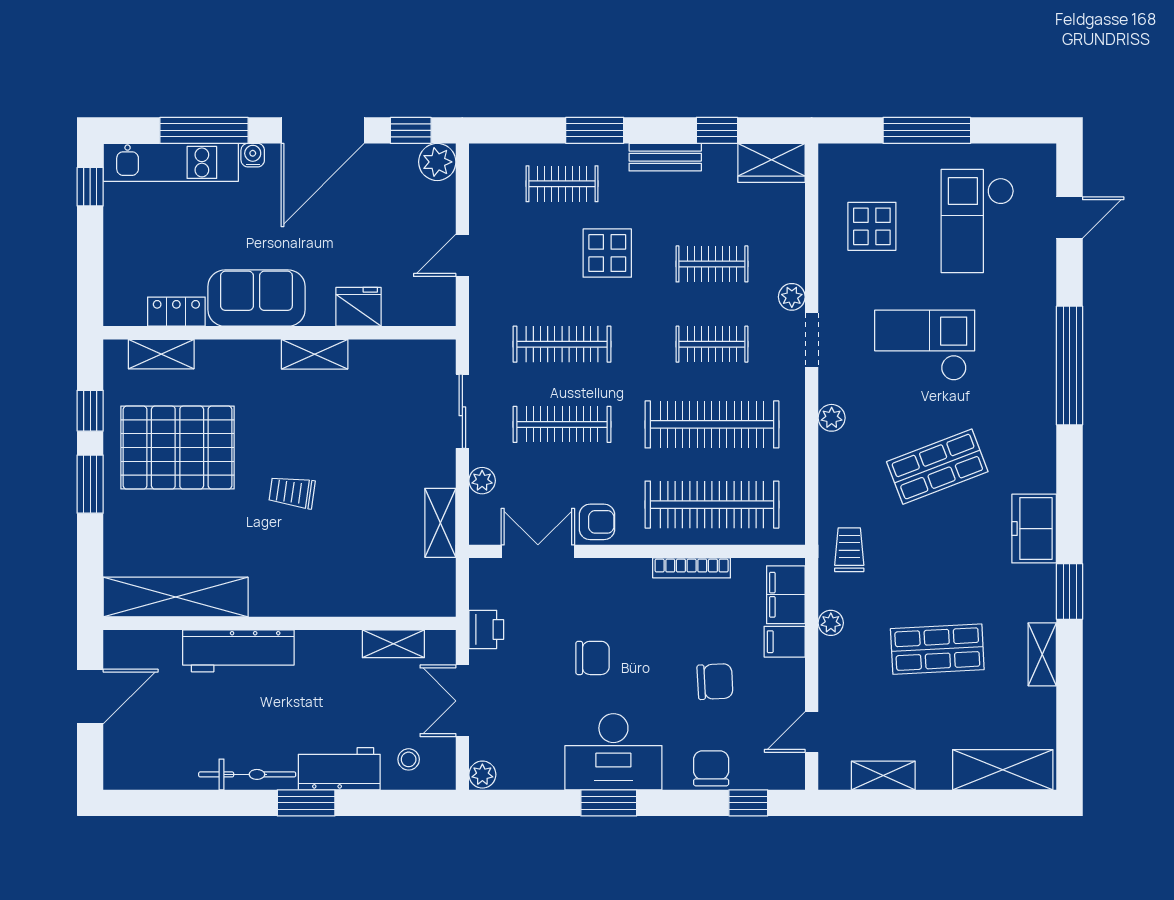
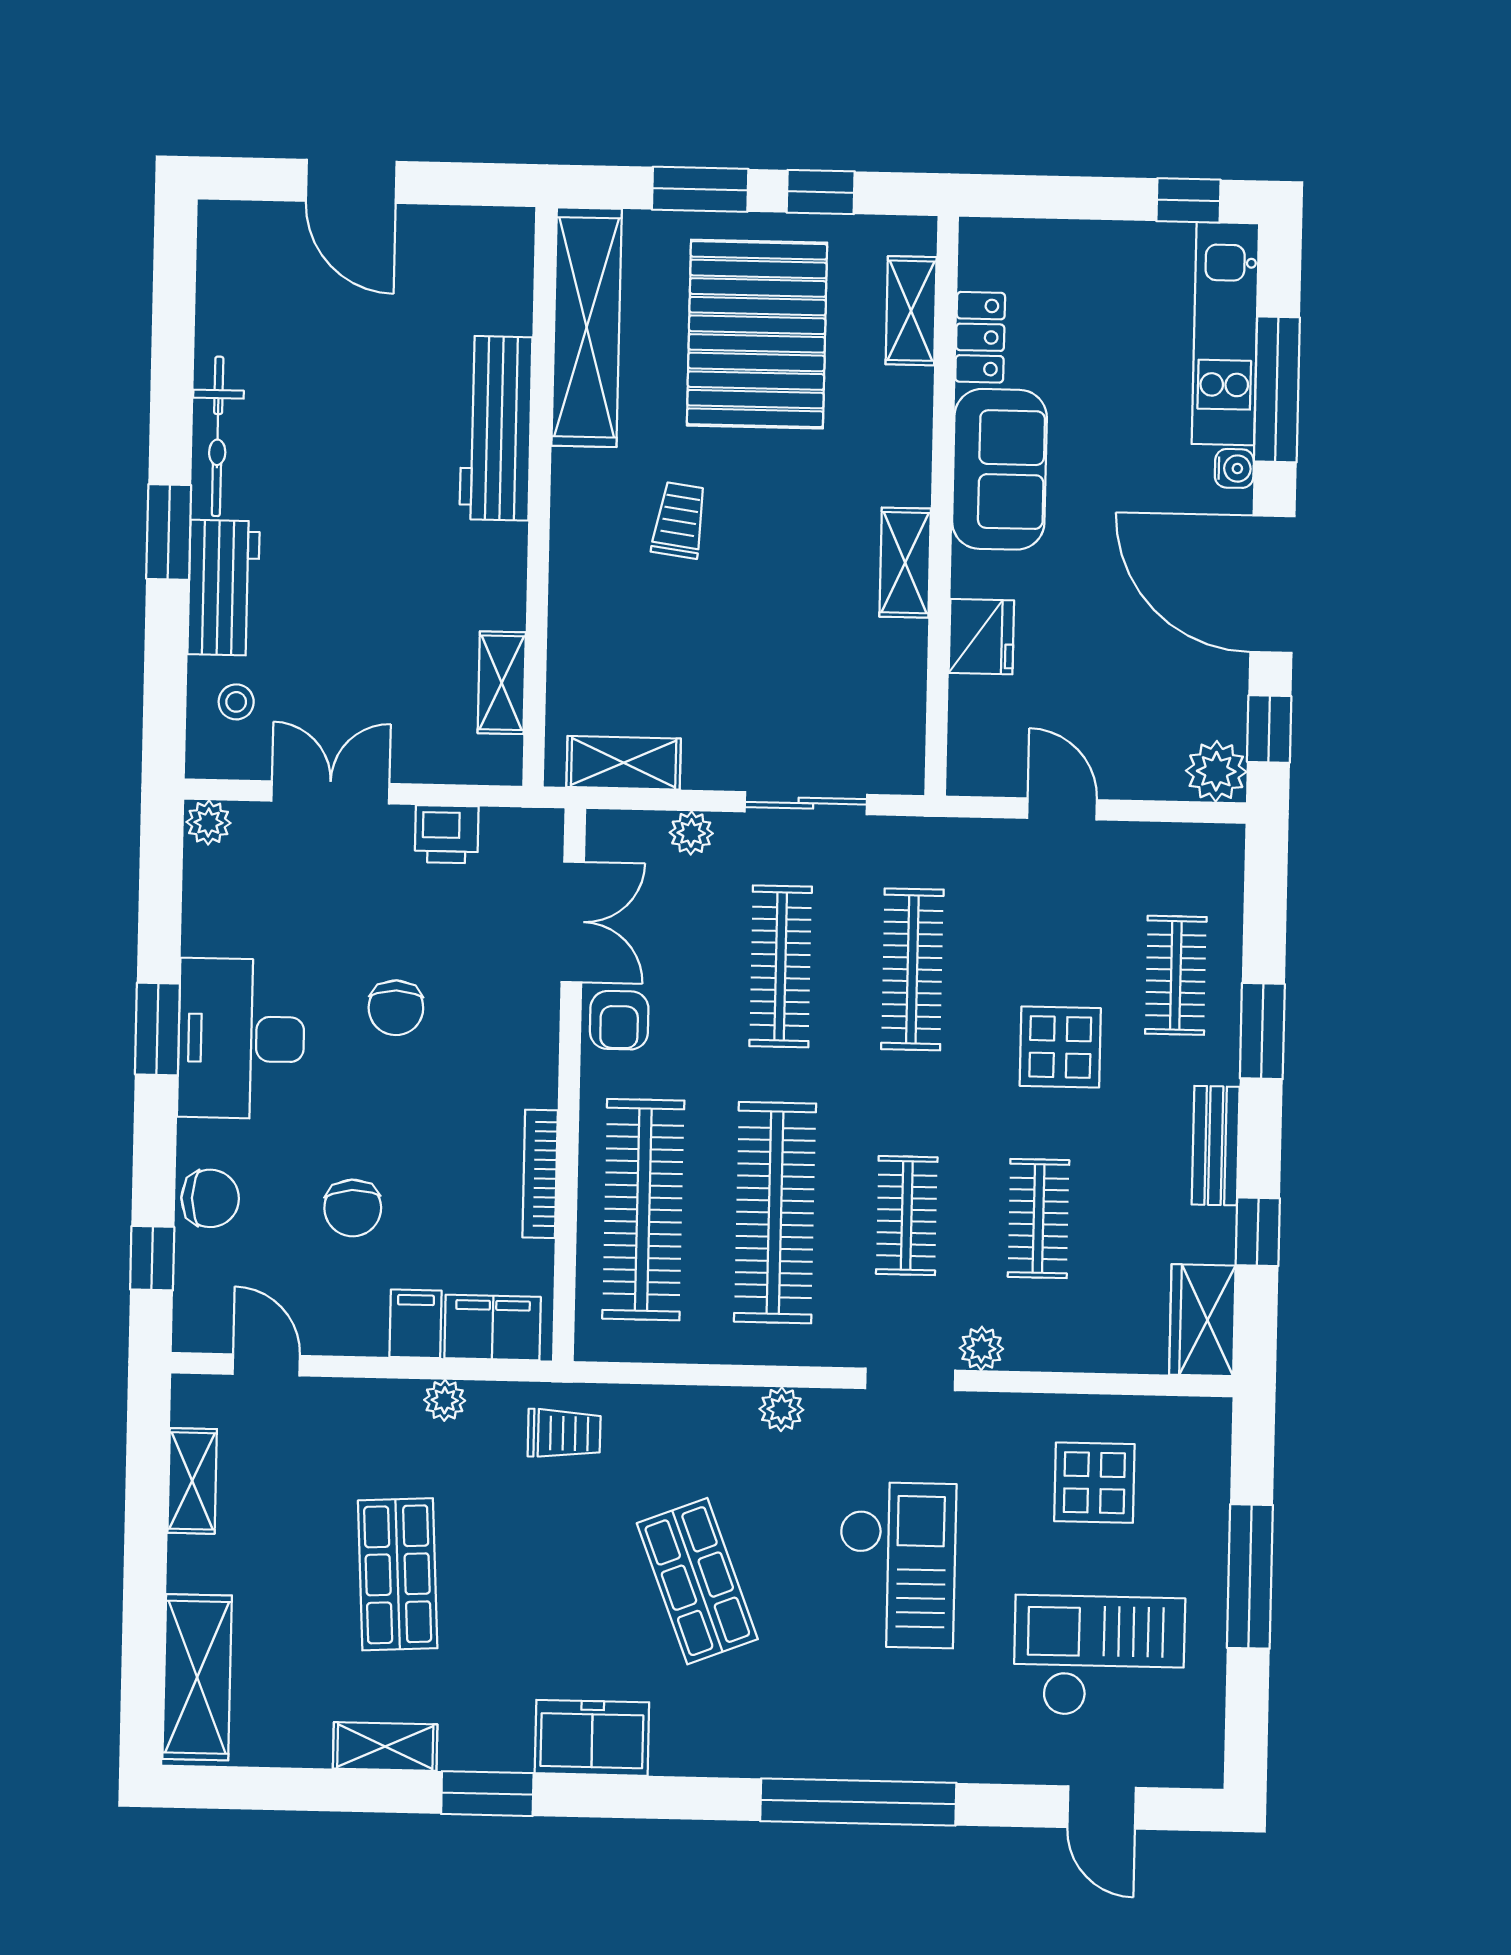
shelving: (176, 597) -> (587, 327), moved
wall: (280, 623) -> (540, 497), moved
shelving: (393, 644) -> (502, 683), moved
workbench: (238, 651) -> (496, 428), moved

